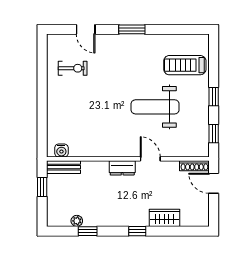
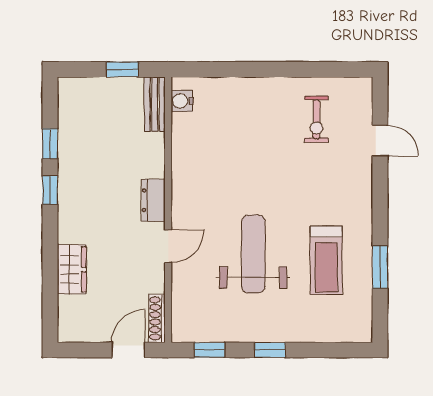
door: (86, 29) -> (380, 140), swing flipped
window: (132, 29) -> (380, 267), moved
treadmill: (185, 65) -> (326, 260), moved, turned 180
plant: (77, 221) -> (67, 126), removed
window: (137, 231) -> (50, 190), moved

